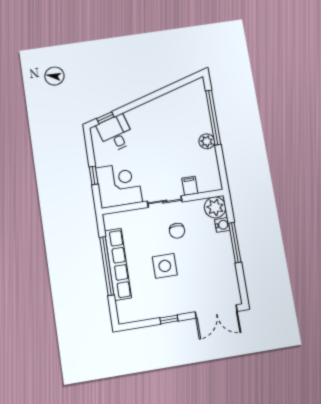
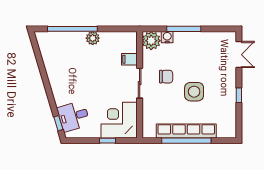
double door: (216, 312) -> (239, 55), width x0.73

